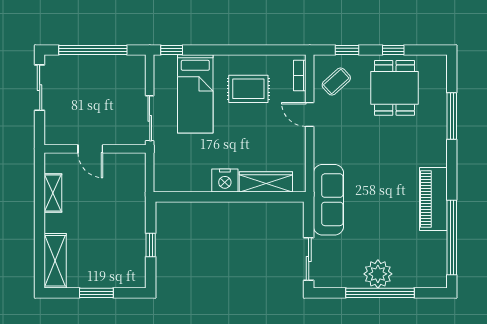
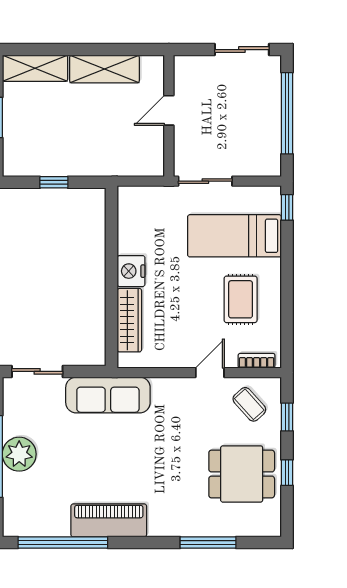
shelving: (53, 193) -> (104, 69), width x1.50, depth x1.33

